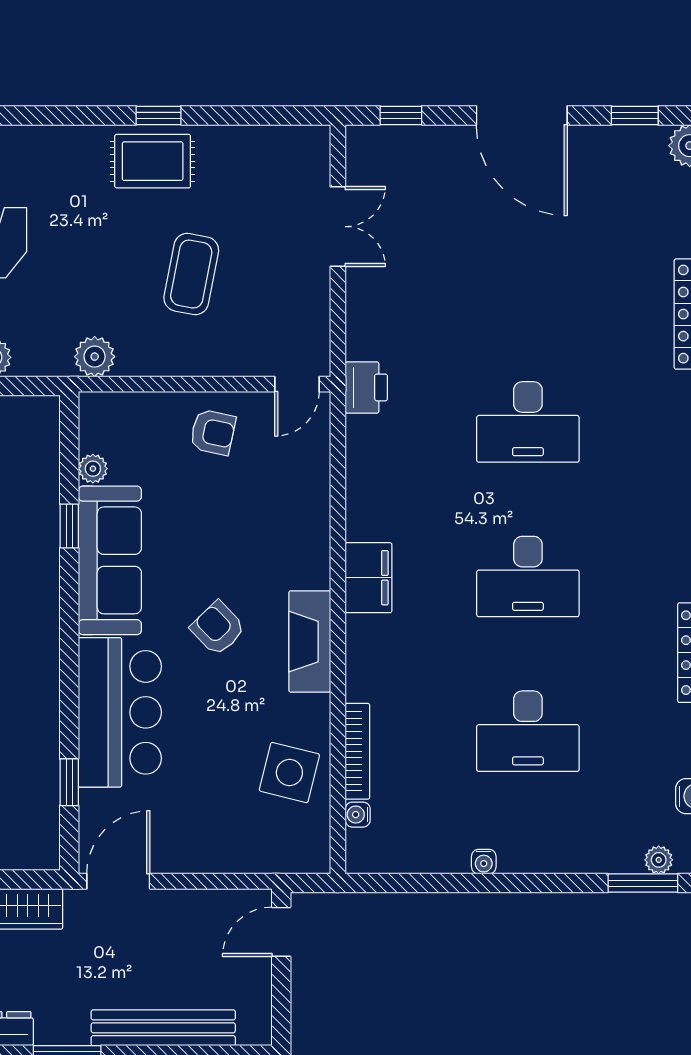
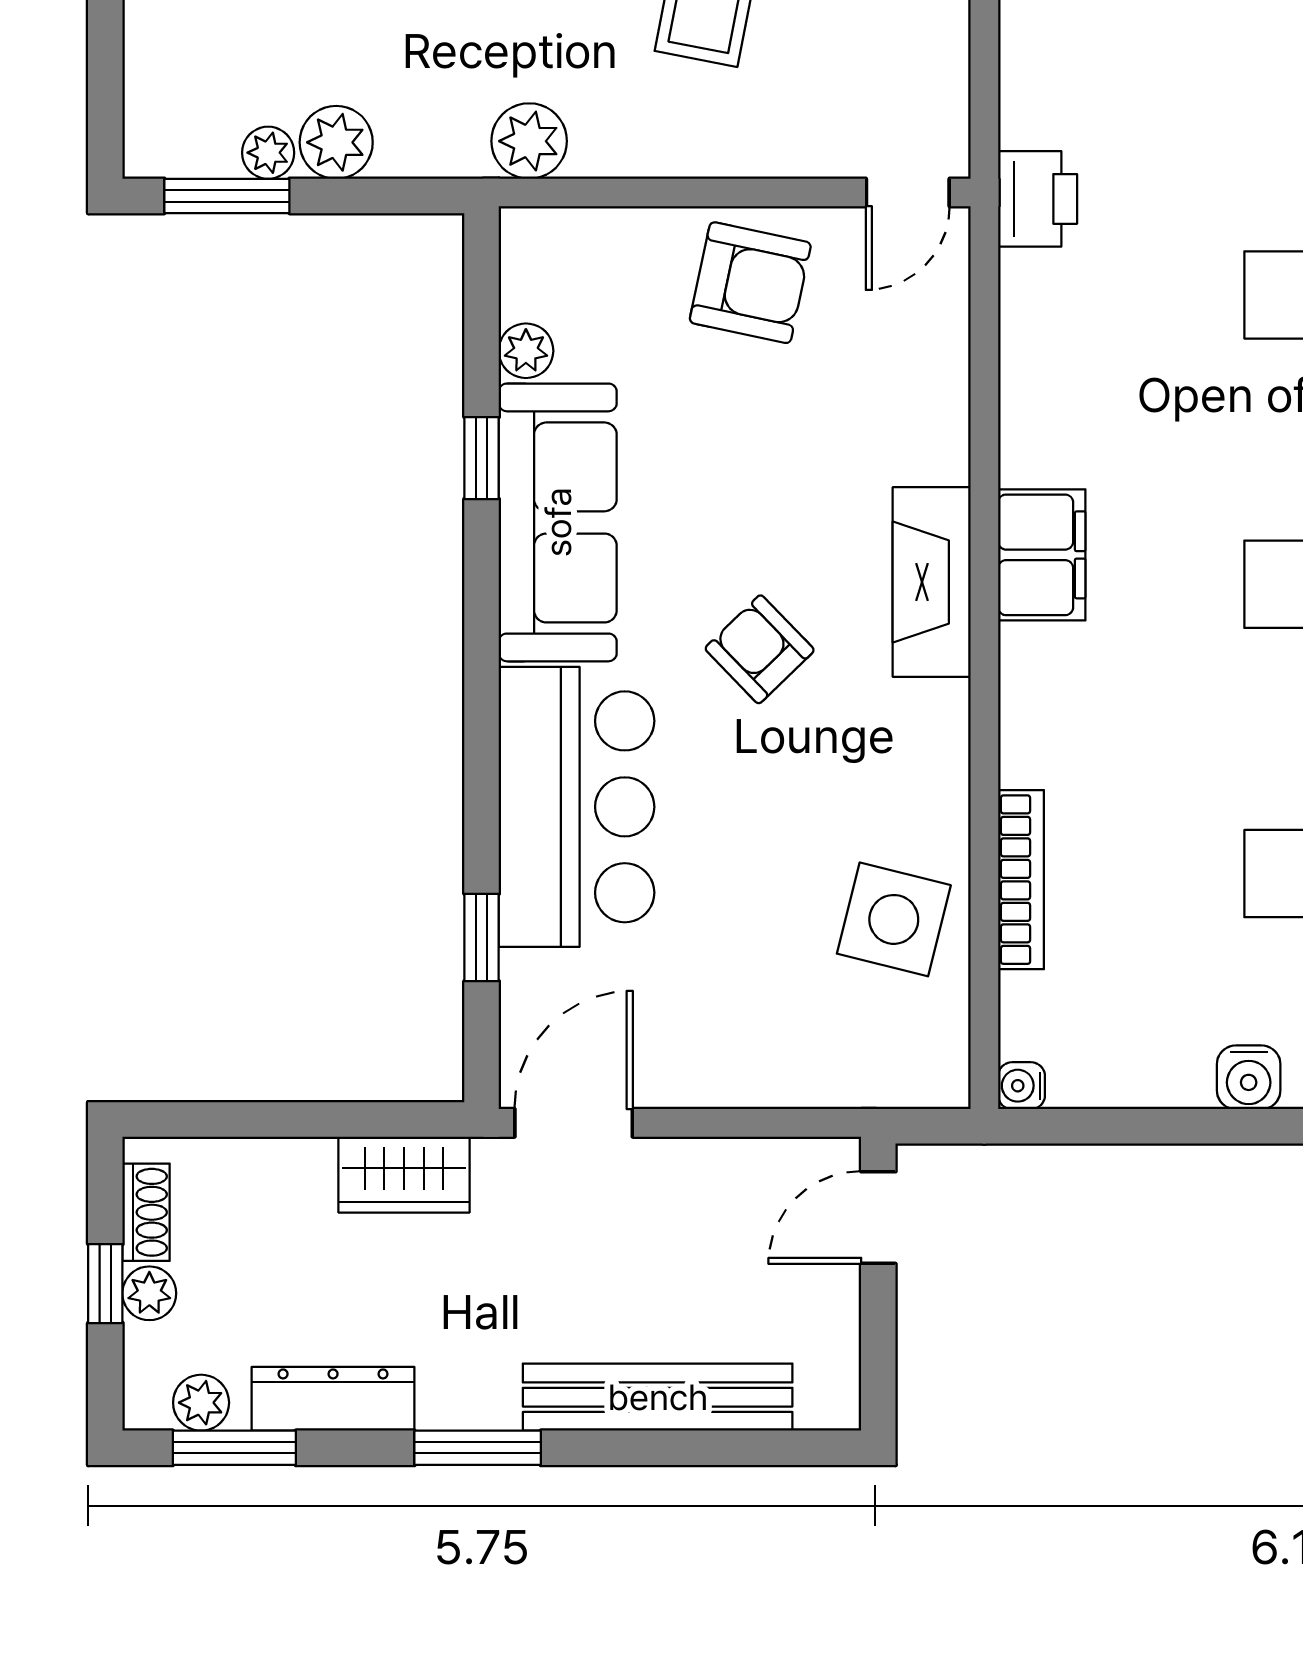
armchair: (213, 432) -> (750, 283), width x1.38, depth x1.38
fireplace: (310, 642) -> (932, 582), moved
water cooler: (358, 815) -> (1021, 1086), moved
water cooler: (484, 862) -> (1249, 1077), width x1.38, depth x1.38

